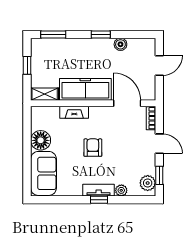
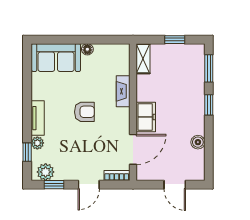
window: (101, 34) -> (209, 105), moved
freezer: (85, 89) -> (146, 117), width x0.52, depth x0.79
floor lamp: (41, 140) -> (87, 49), width x0.53, depth x0.53
window: (99, 200) -> (27, 152), moved

